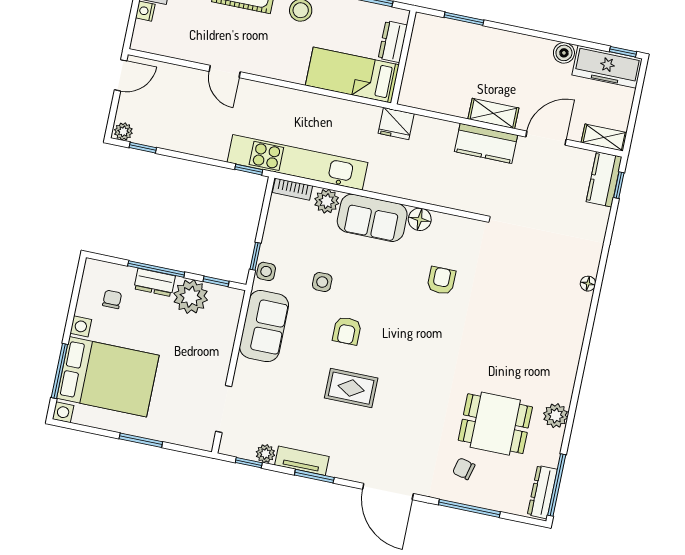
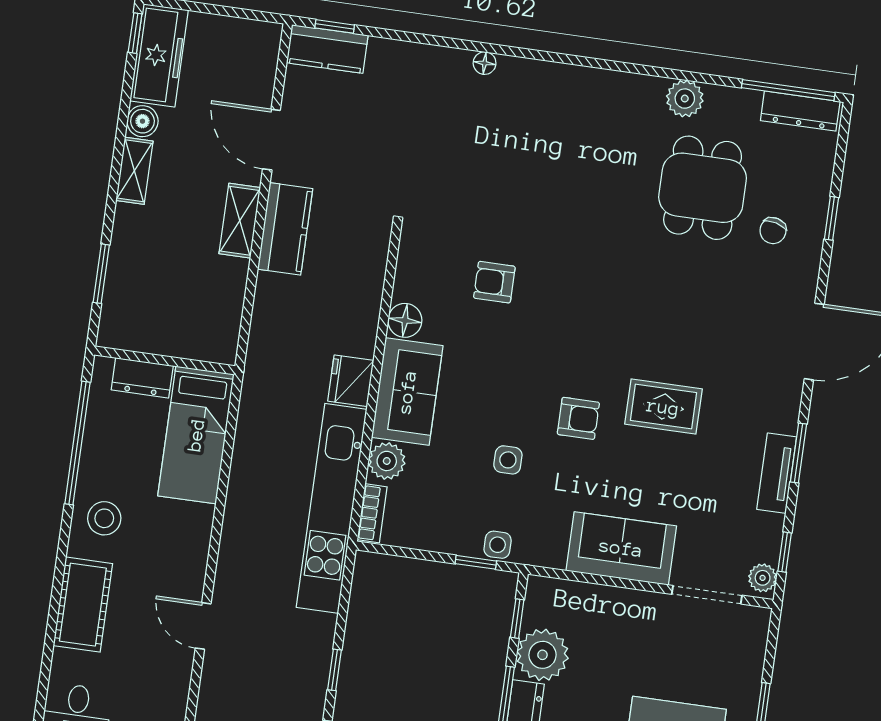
door: (225, 72) -> (203, 626), swing flipped
fridge: (396, 124) -> (351, 381), moved, turned 180
shelving: (604, 138) -> (134, 171), moved
window: (249, 170) -> (335, 670), moved
sofa: (264, 326) -> (621, 548), moved
rug: (351, 388) -> (663, 407), turned 90
plant: (265, 454) -> (763, 578), moved
window: (469, 508) -> (831, 218), width x0.46

